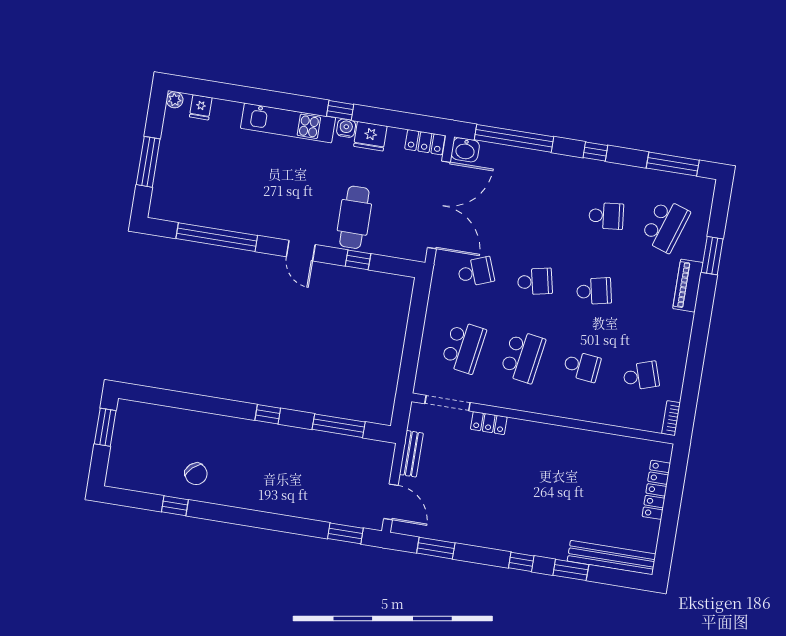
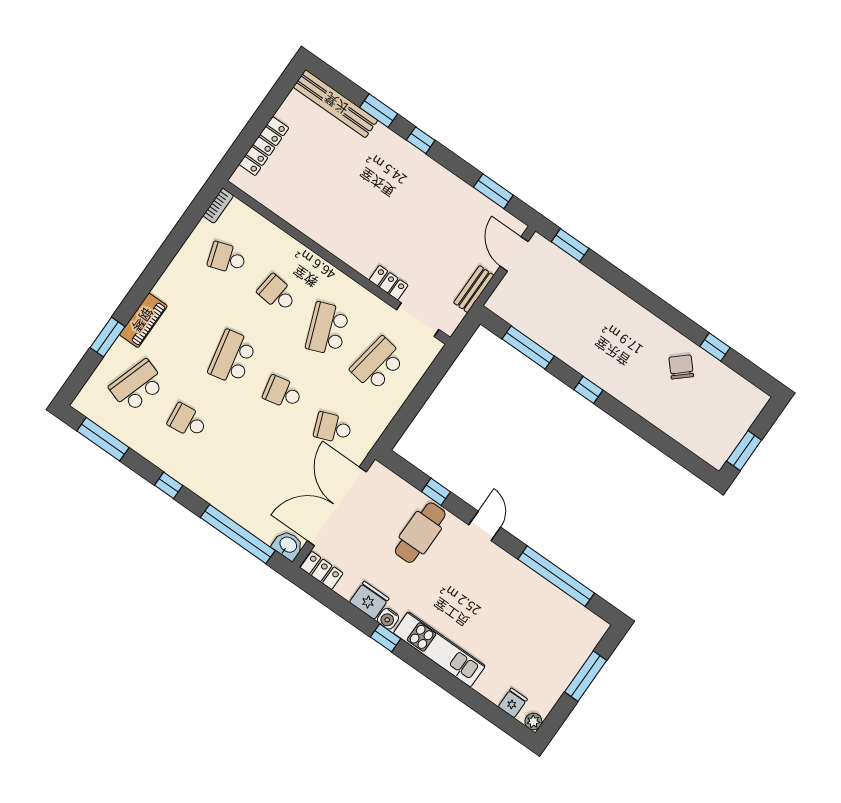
school desk: (594, 291) -> (232, 357), width x1.85
school desk: (523, 357) -> (327, 329), turned -30

